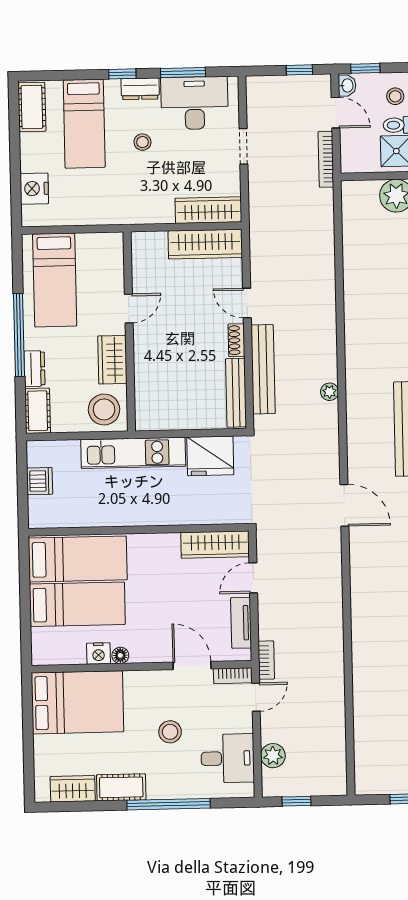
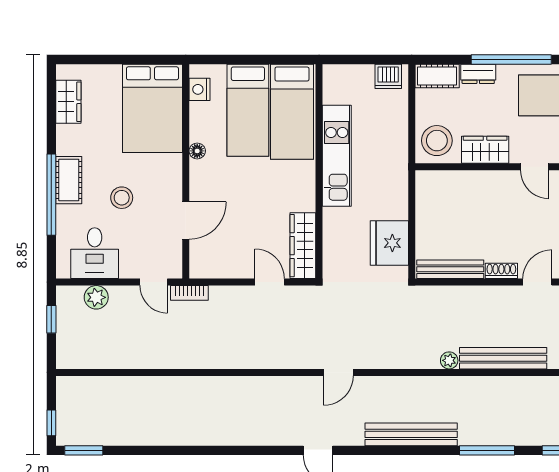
bench: (263, 369) -> (503, 358), moved
kitchen unit: (133, 453) -> (337, 156), moved, turned 180
dishwasher: (40, 481) -> (388, 76), moved
door: (344, 505) -> (338, 372), width x0.73
tv unit: (241, 623) -> (226, 269), removed
nightstand: (98, 653) -> (200, 89), moved
bookcase: (233, 676) -> (175, 260), removed
cot: (121, 787) -> (69, 180), moved

